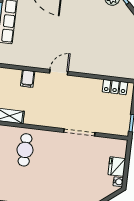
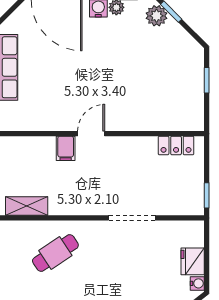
filing cabinet: (28, 79) -> (66, 148), moved
cafe table: (25, 150) -> (55, 253), turned 56

